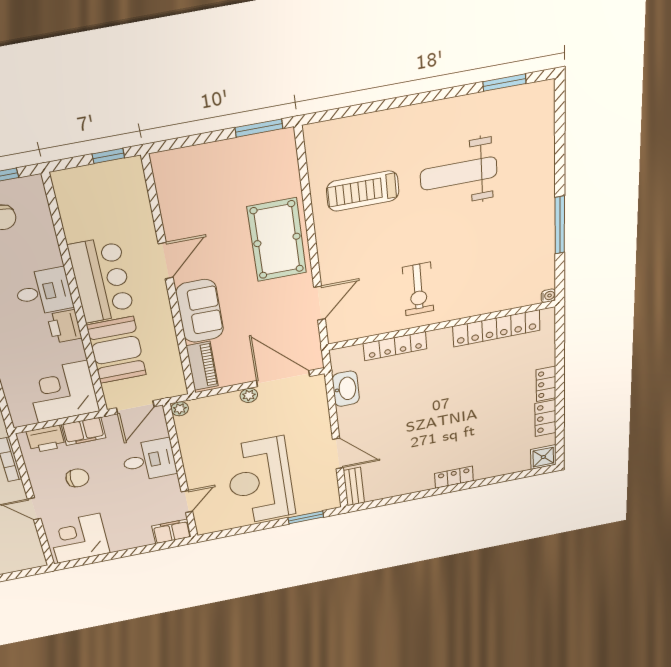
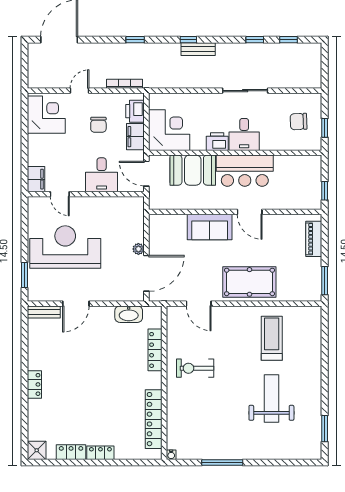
piano: (202, 366) -> (314, 239), moved, turned 90
plant: (180, 409) -> (138, 202), removed

